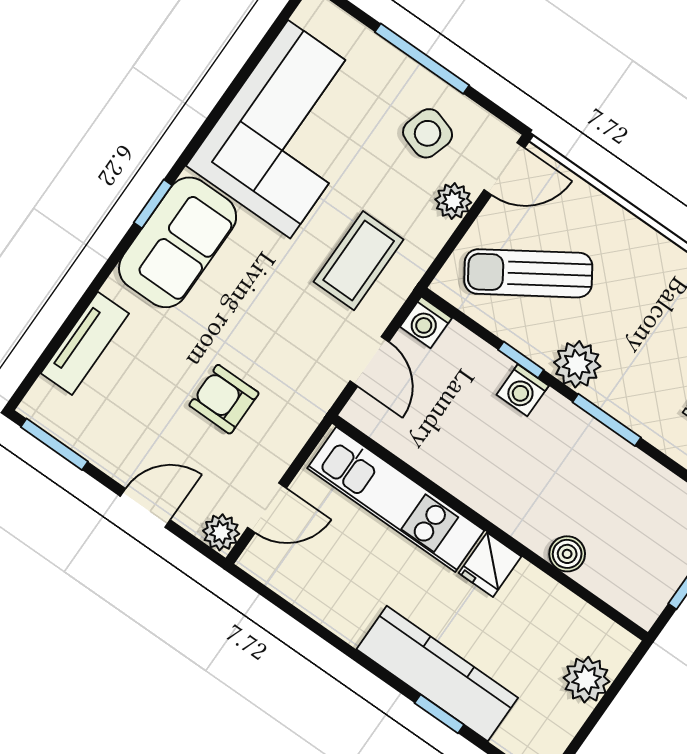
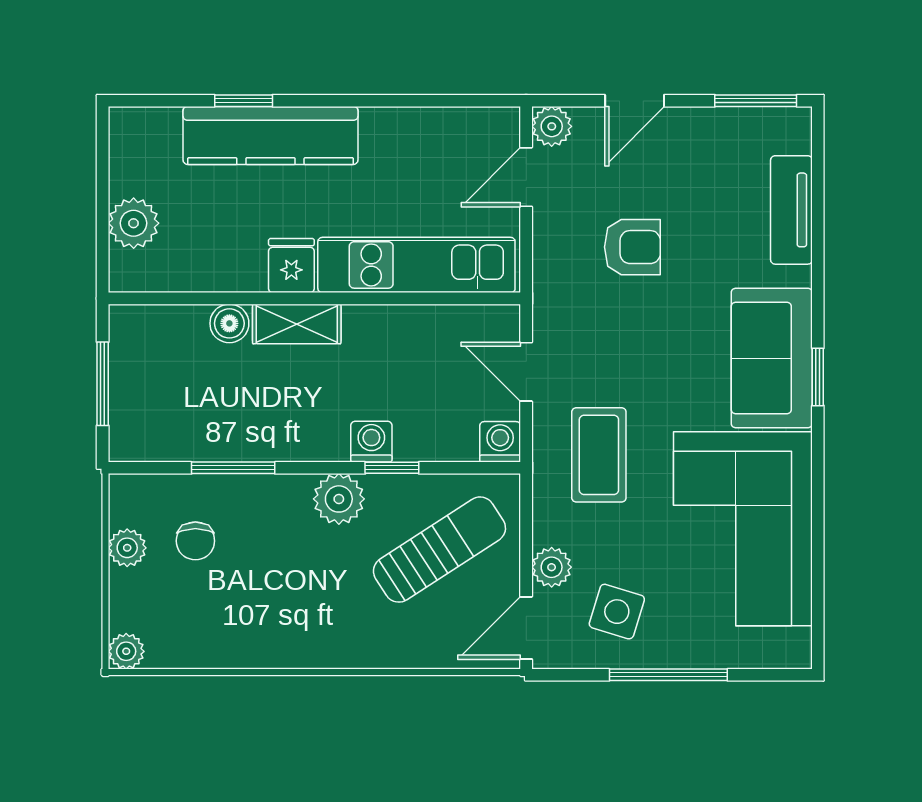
window: (607, 420) -> (233, 468), moved
shelving: (517, 518) -> (297, 324), added

